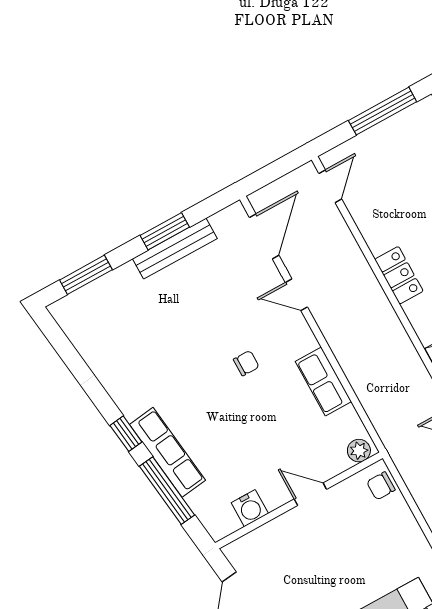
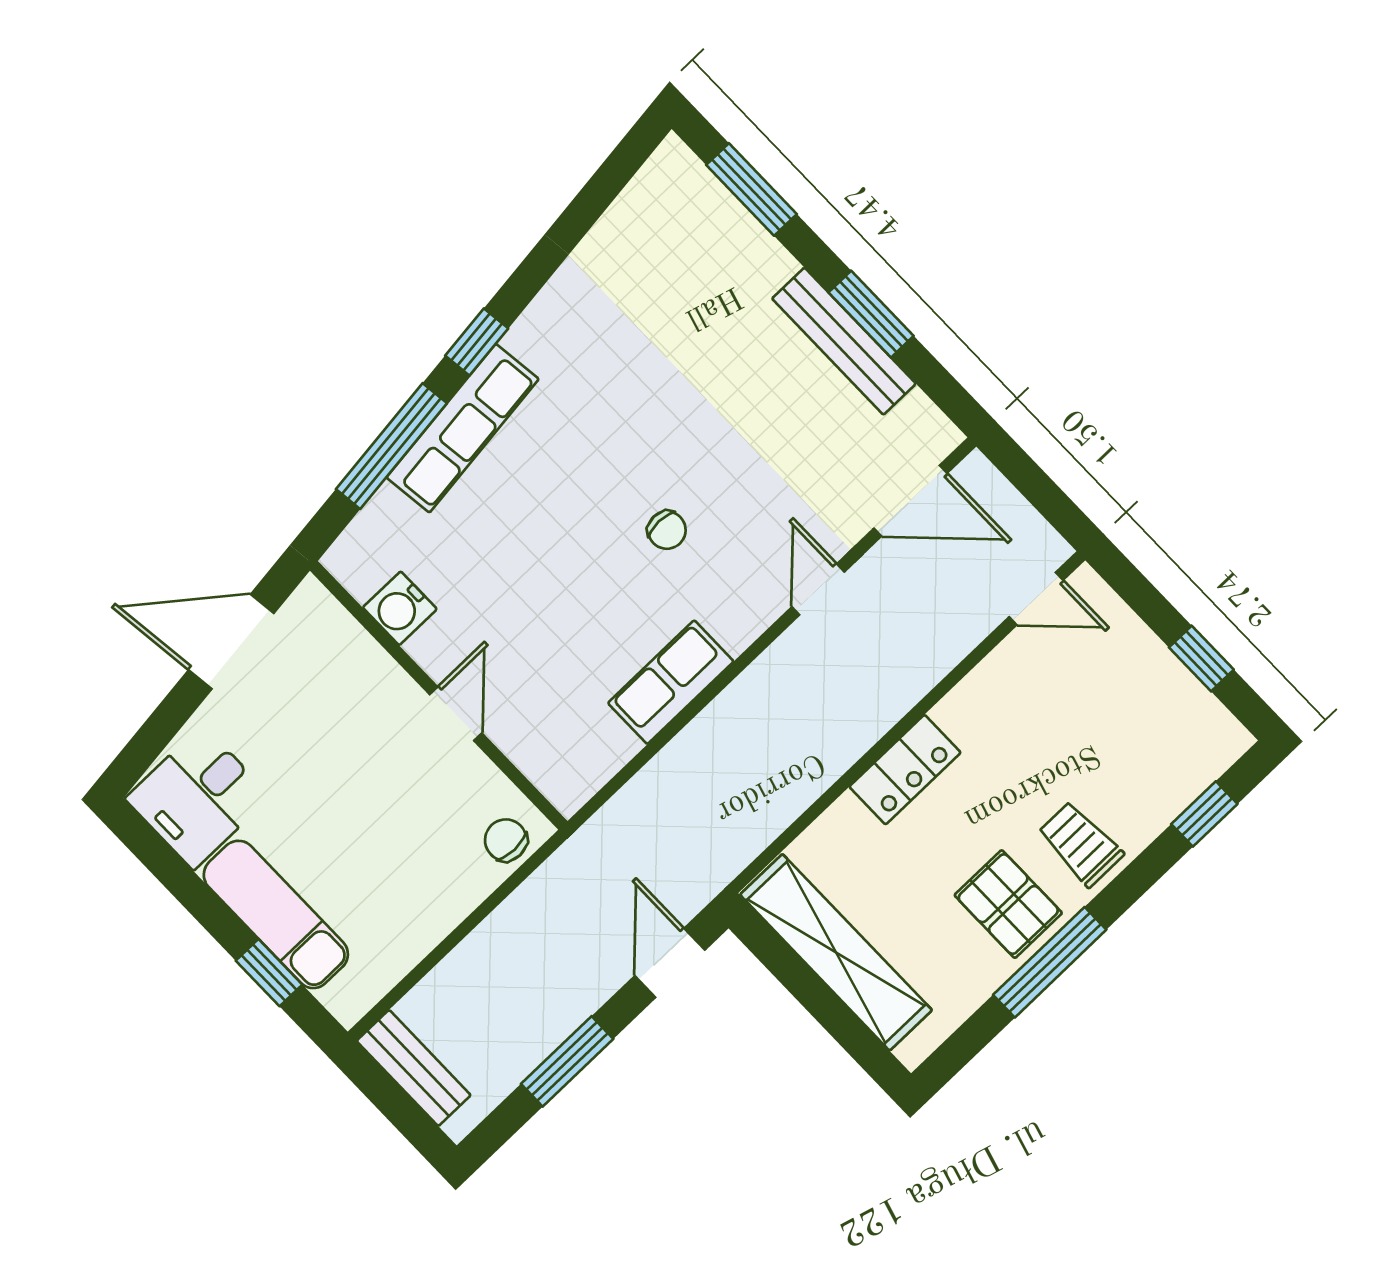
window: (383, 111) -> (1201, 658), width x0.46
plant: (359, 451) -> (560, 782), removed

